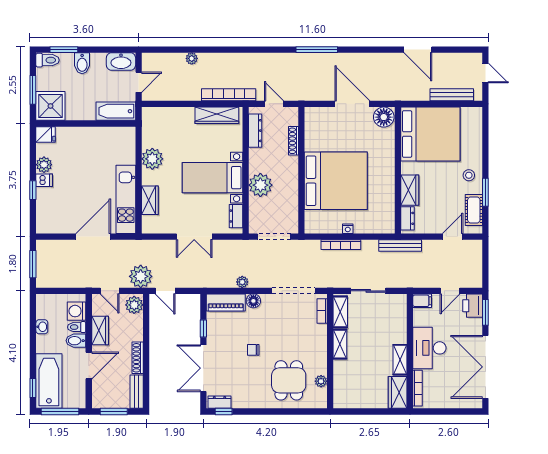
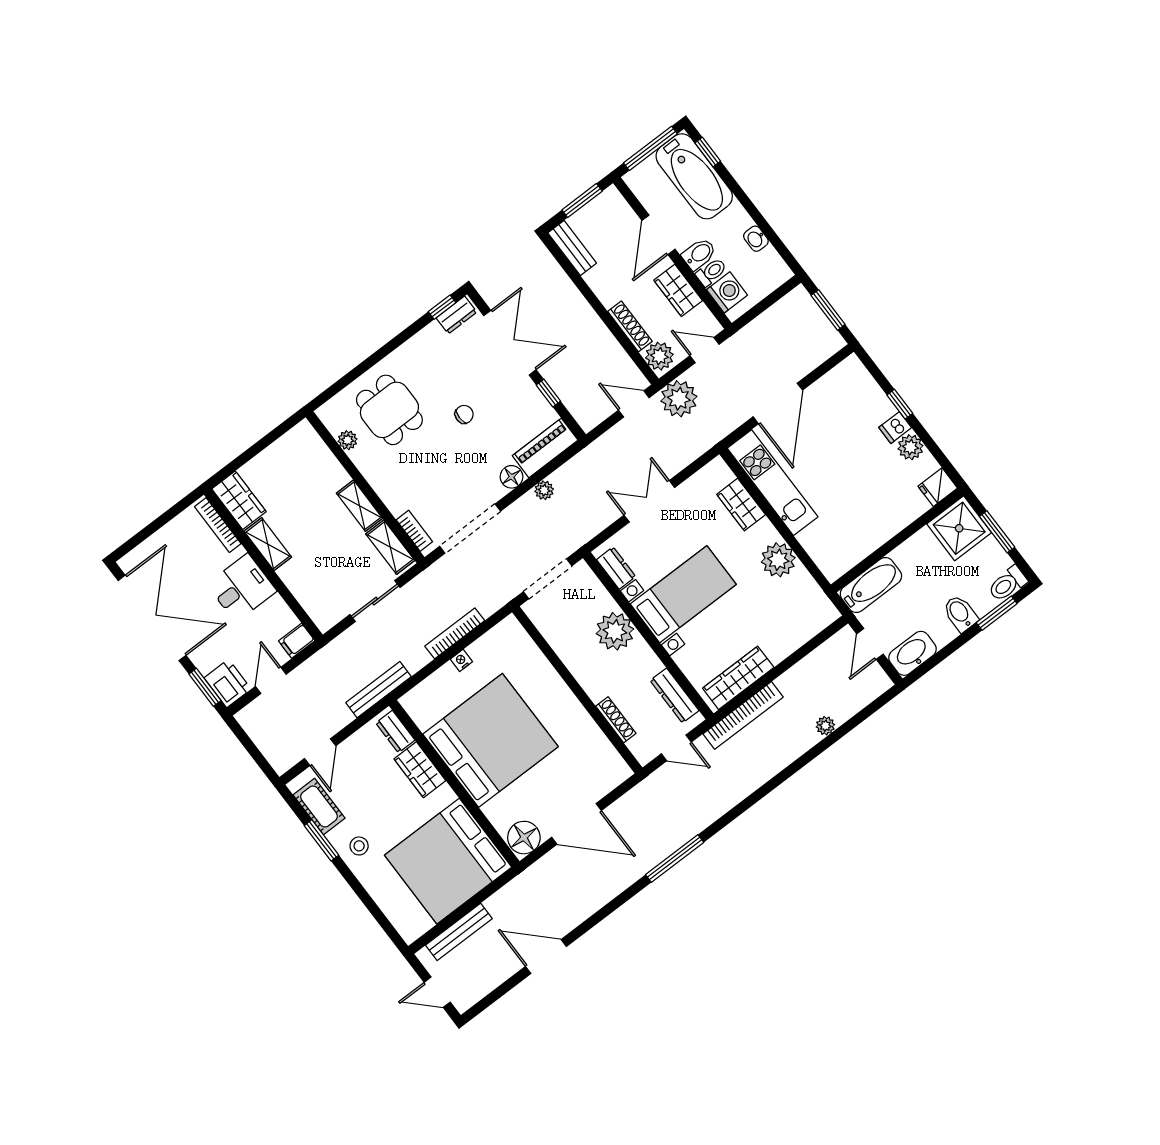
bed: (336, 181) -> (490, 740), moved, turned 180
desk: (429, 348) -> (242, 588), width x0.73
shoe rack: (138, 358) -> (630, 326), moved

